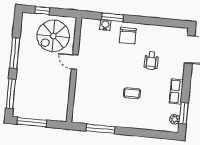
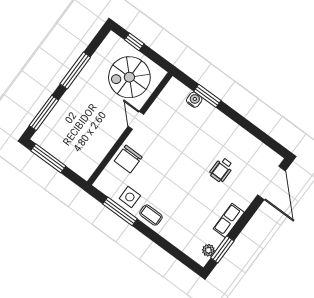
chair: (128, 36) -> (128, 159), moved
coffee table: (132, 93) -> (151, 215), moved
side table: (101, 115) -> (130, 197), added

